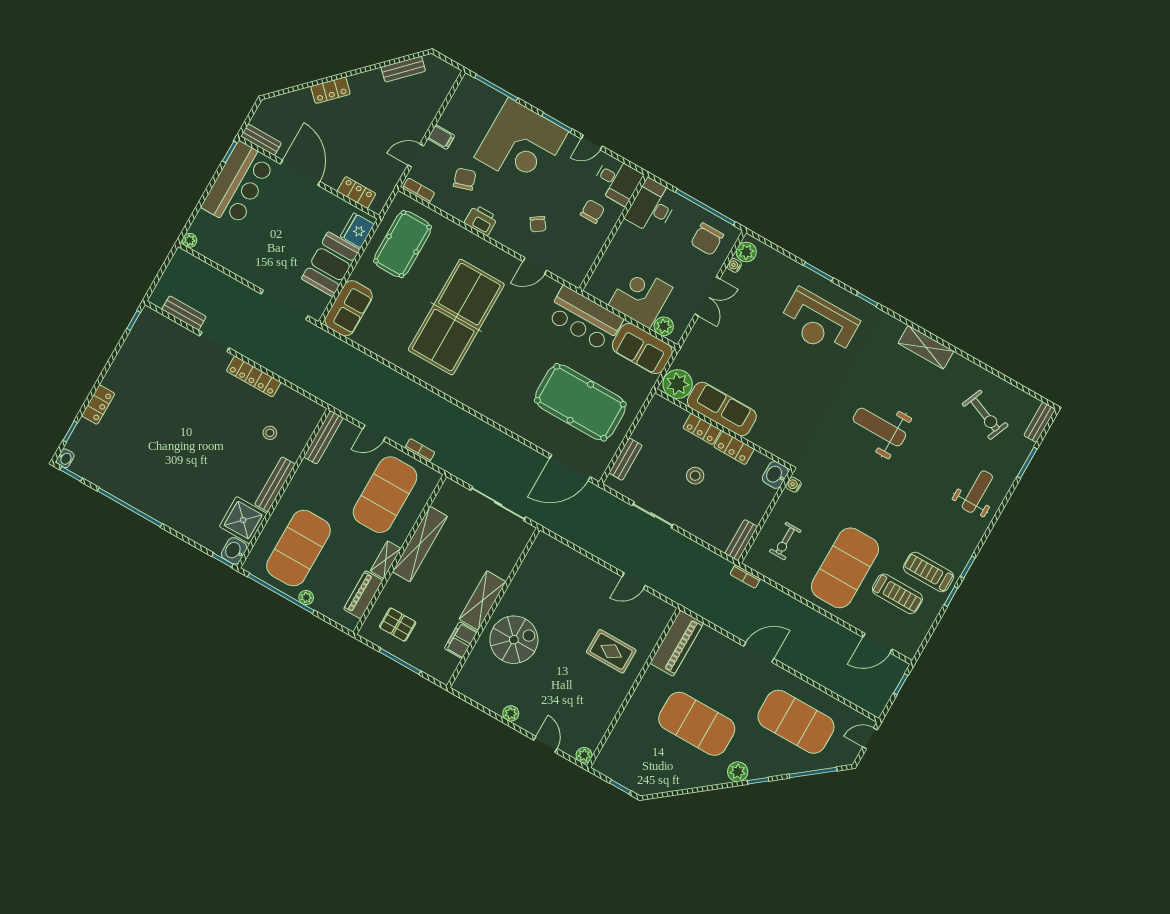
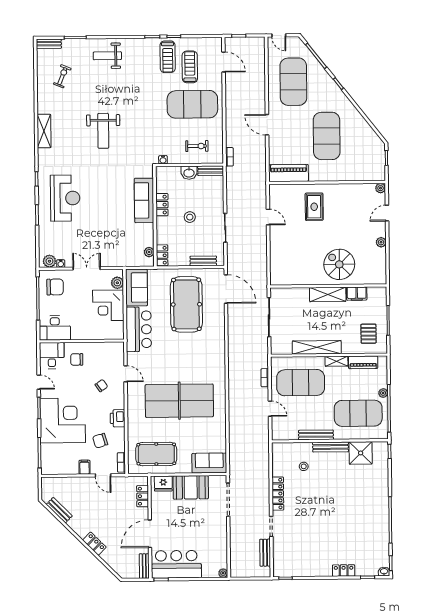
plant: (678, 384) -> (149, 252), width x0.53, depth x0.53
sofa: (722, 409) -> (144, 200), moved
exercise bike: (985, 415) -> (62, 76), width x0.73, depth x0.72
locker: (702, 429) -> (162, 255), moved
bench: (324, 437) -> (316, 435), moved
washbasin: (775, 475) -> (189, 173), moved
washbasin: (234, 551) -> (381, 448), removed
plant: (738, 772) -> (340, 98), removed

